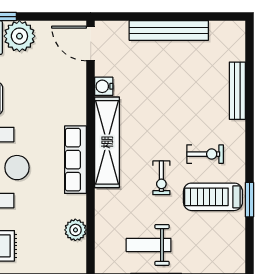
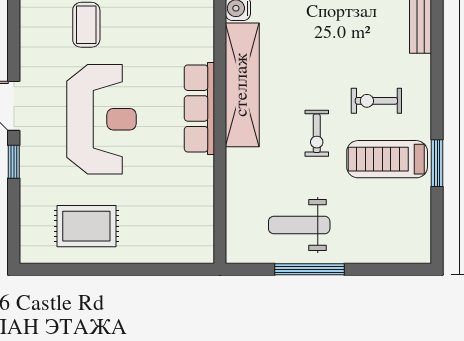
exercise bike: (205, 154) -> (376, 101), turned 180
plant: (75, 230) -> (199, 204), removed

